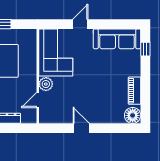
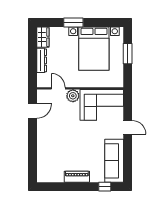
piano: (134, 91) -> (77, 177), moved
floor lamp: (133, 115) -> (44, 175), removed
door: (81, 128) -> (33, 111), moved

